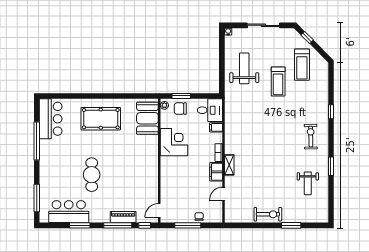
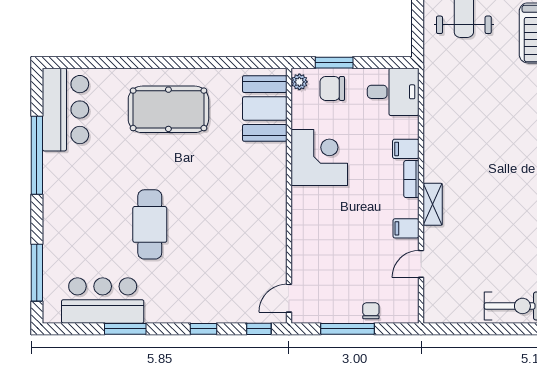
filing cabinet: (216, 127) -> (406, 149), moved
filing cabinet: (216, 172) -> (406, 228), width x0.50
piano: (123, 217) -> (215, 312), removed
window: (118, 225) -> (204, 329), width x0.46

